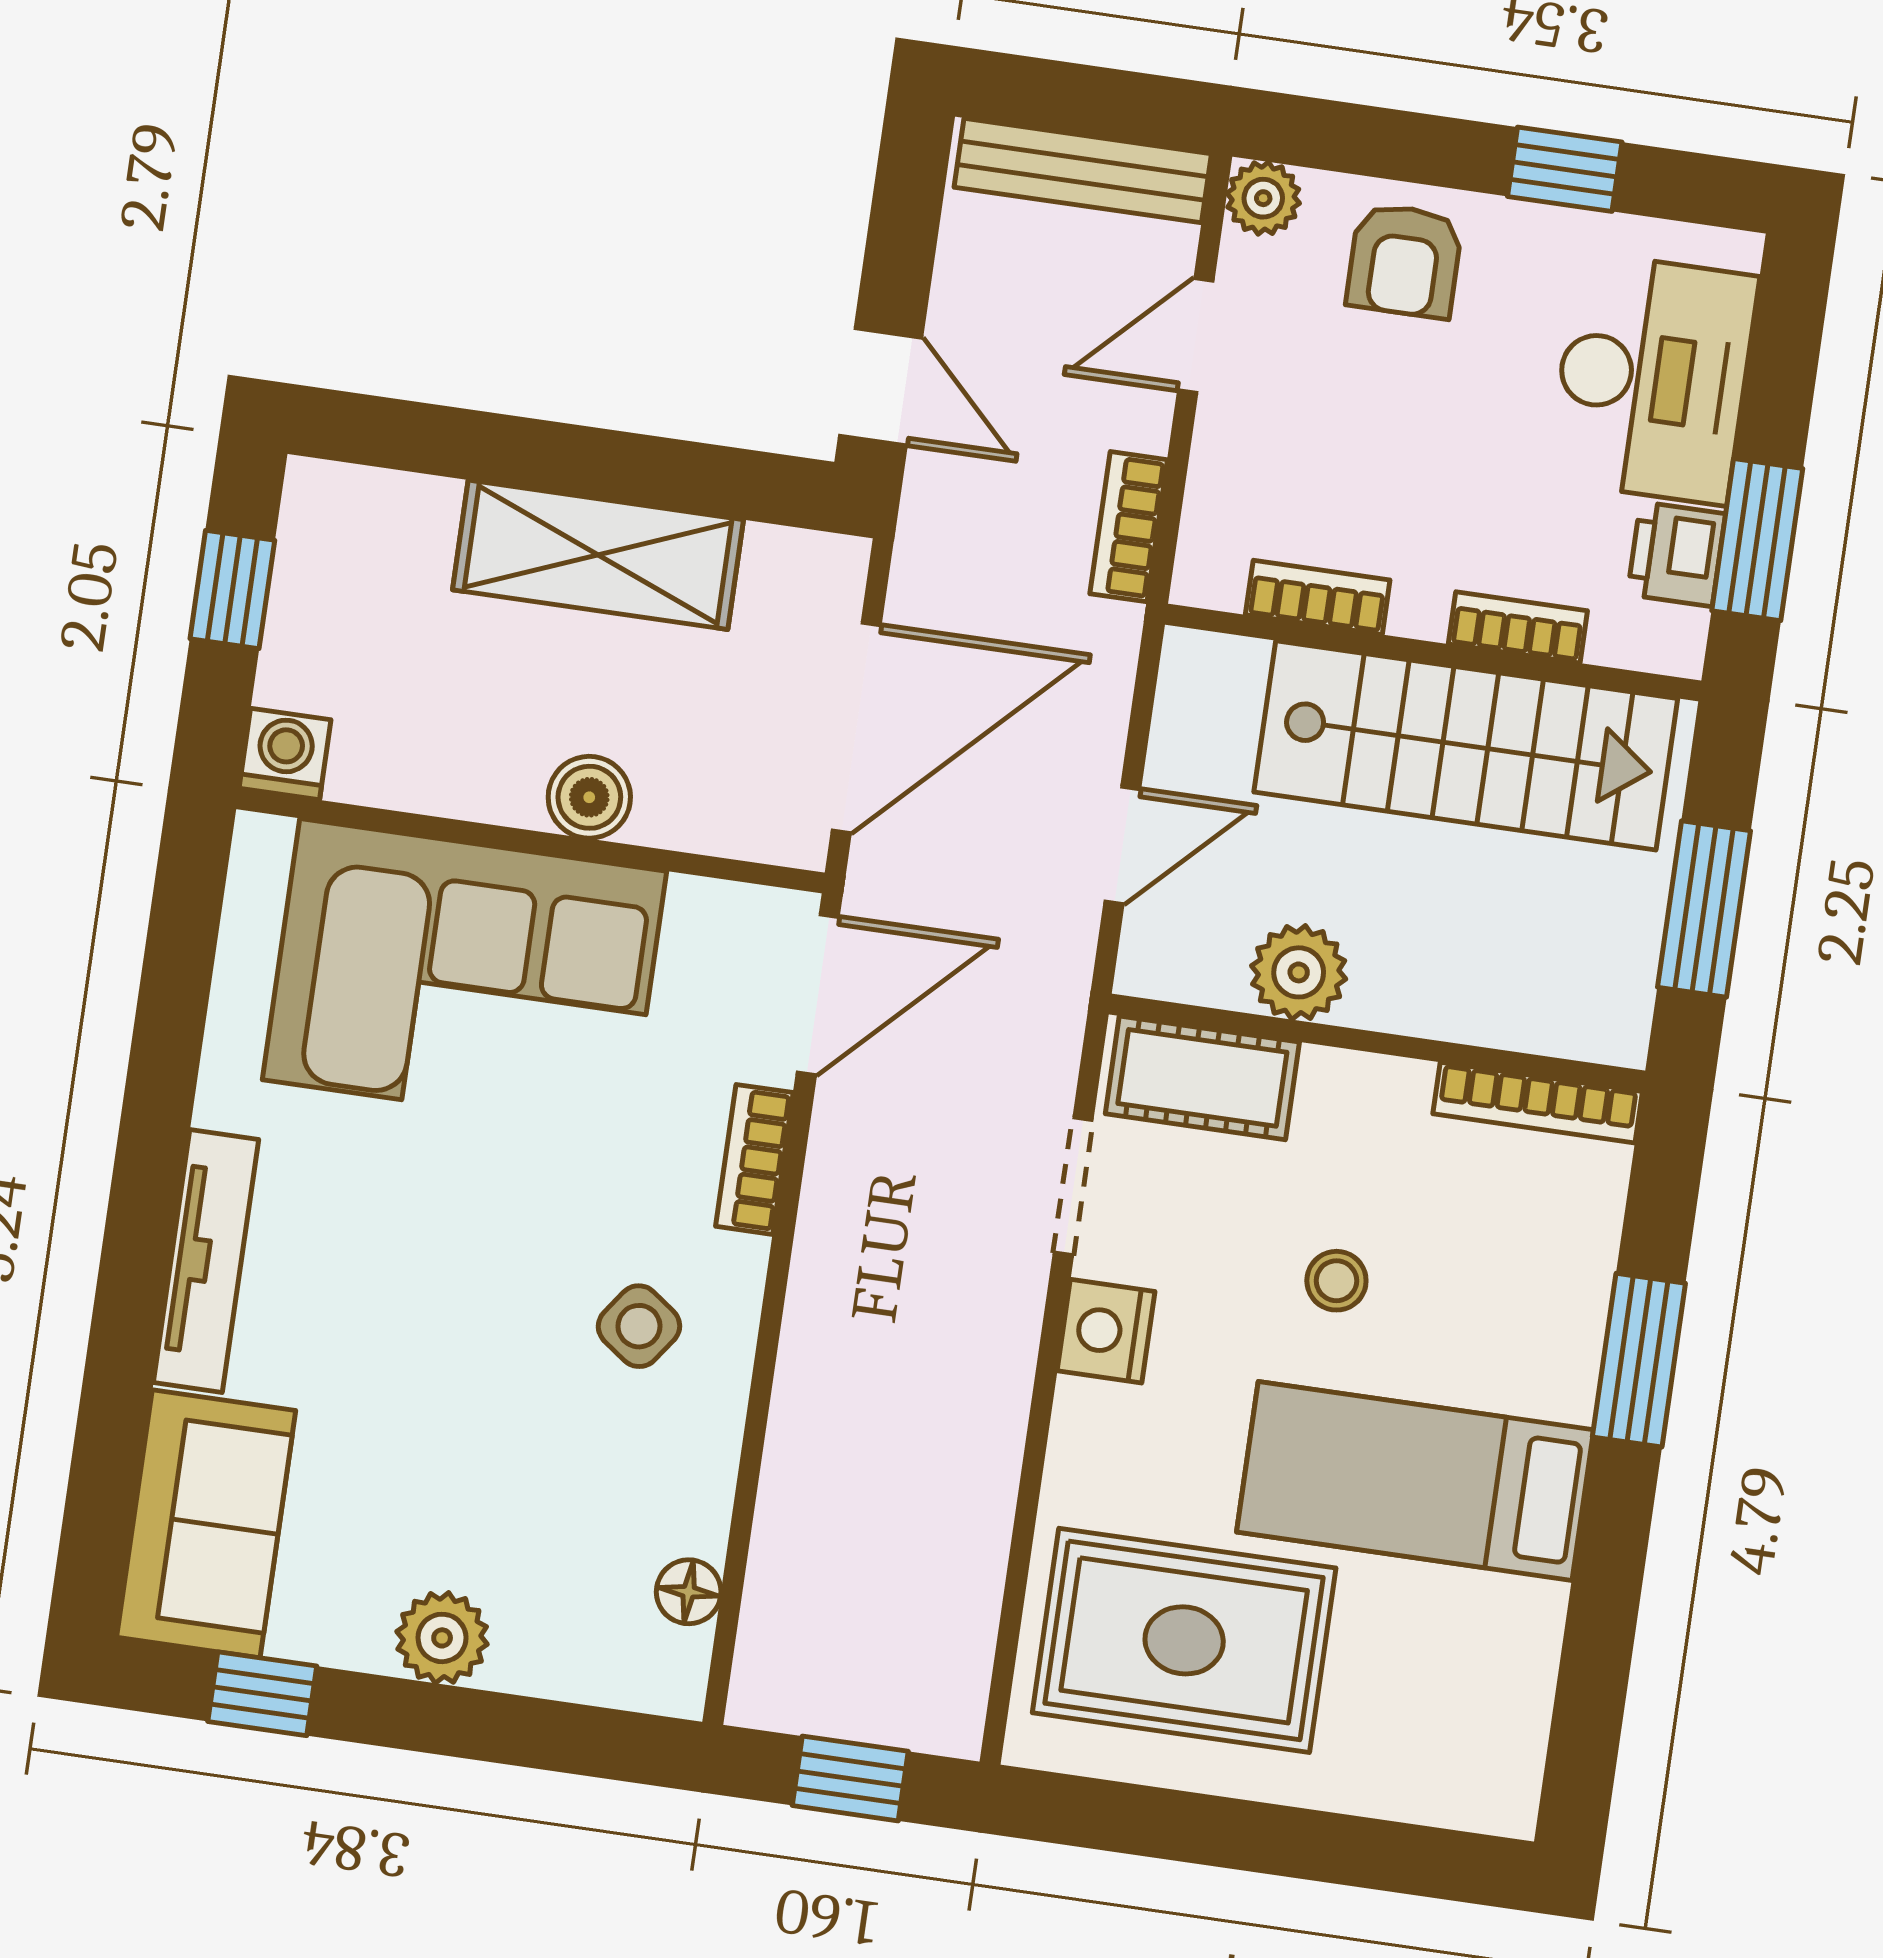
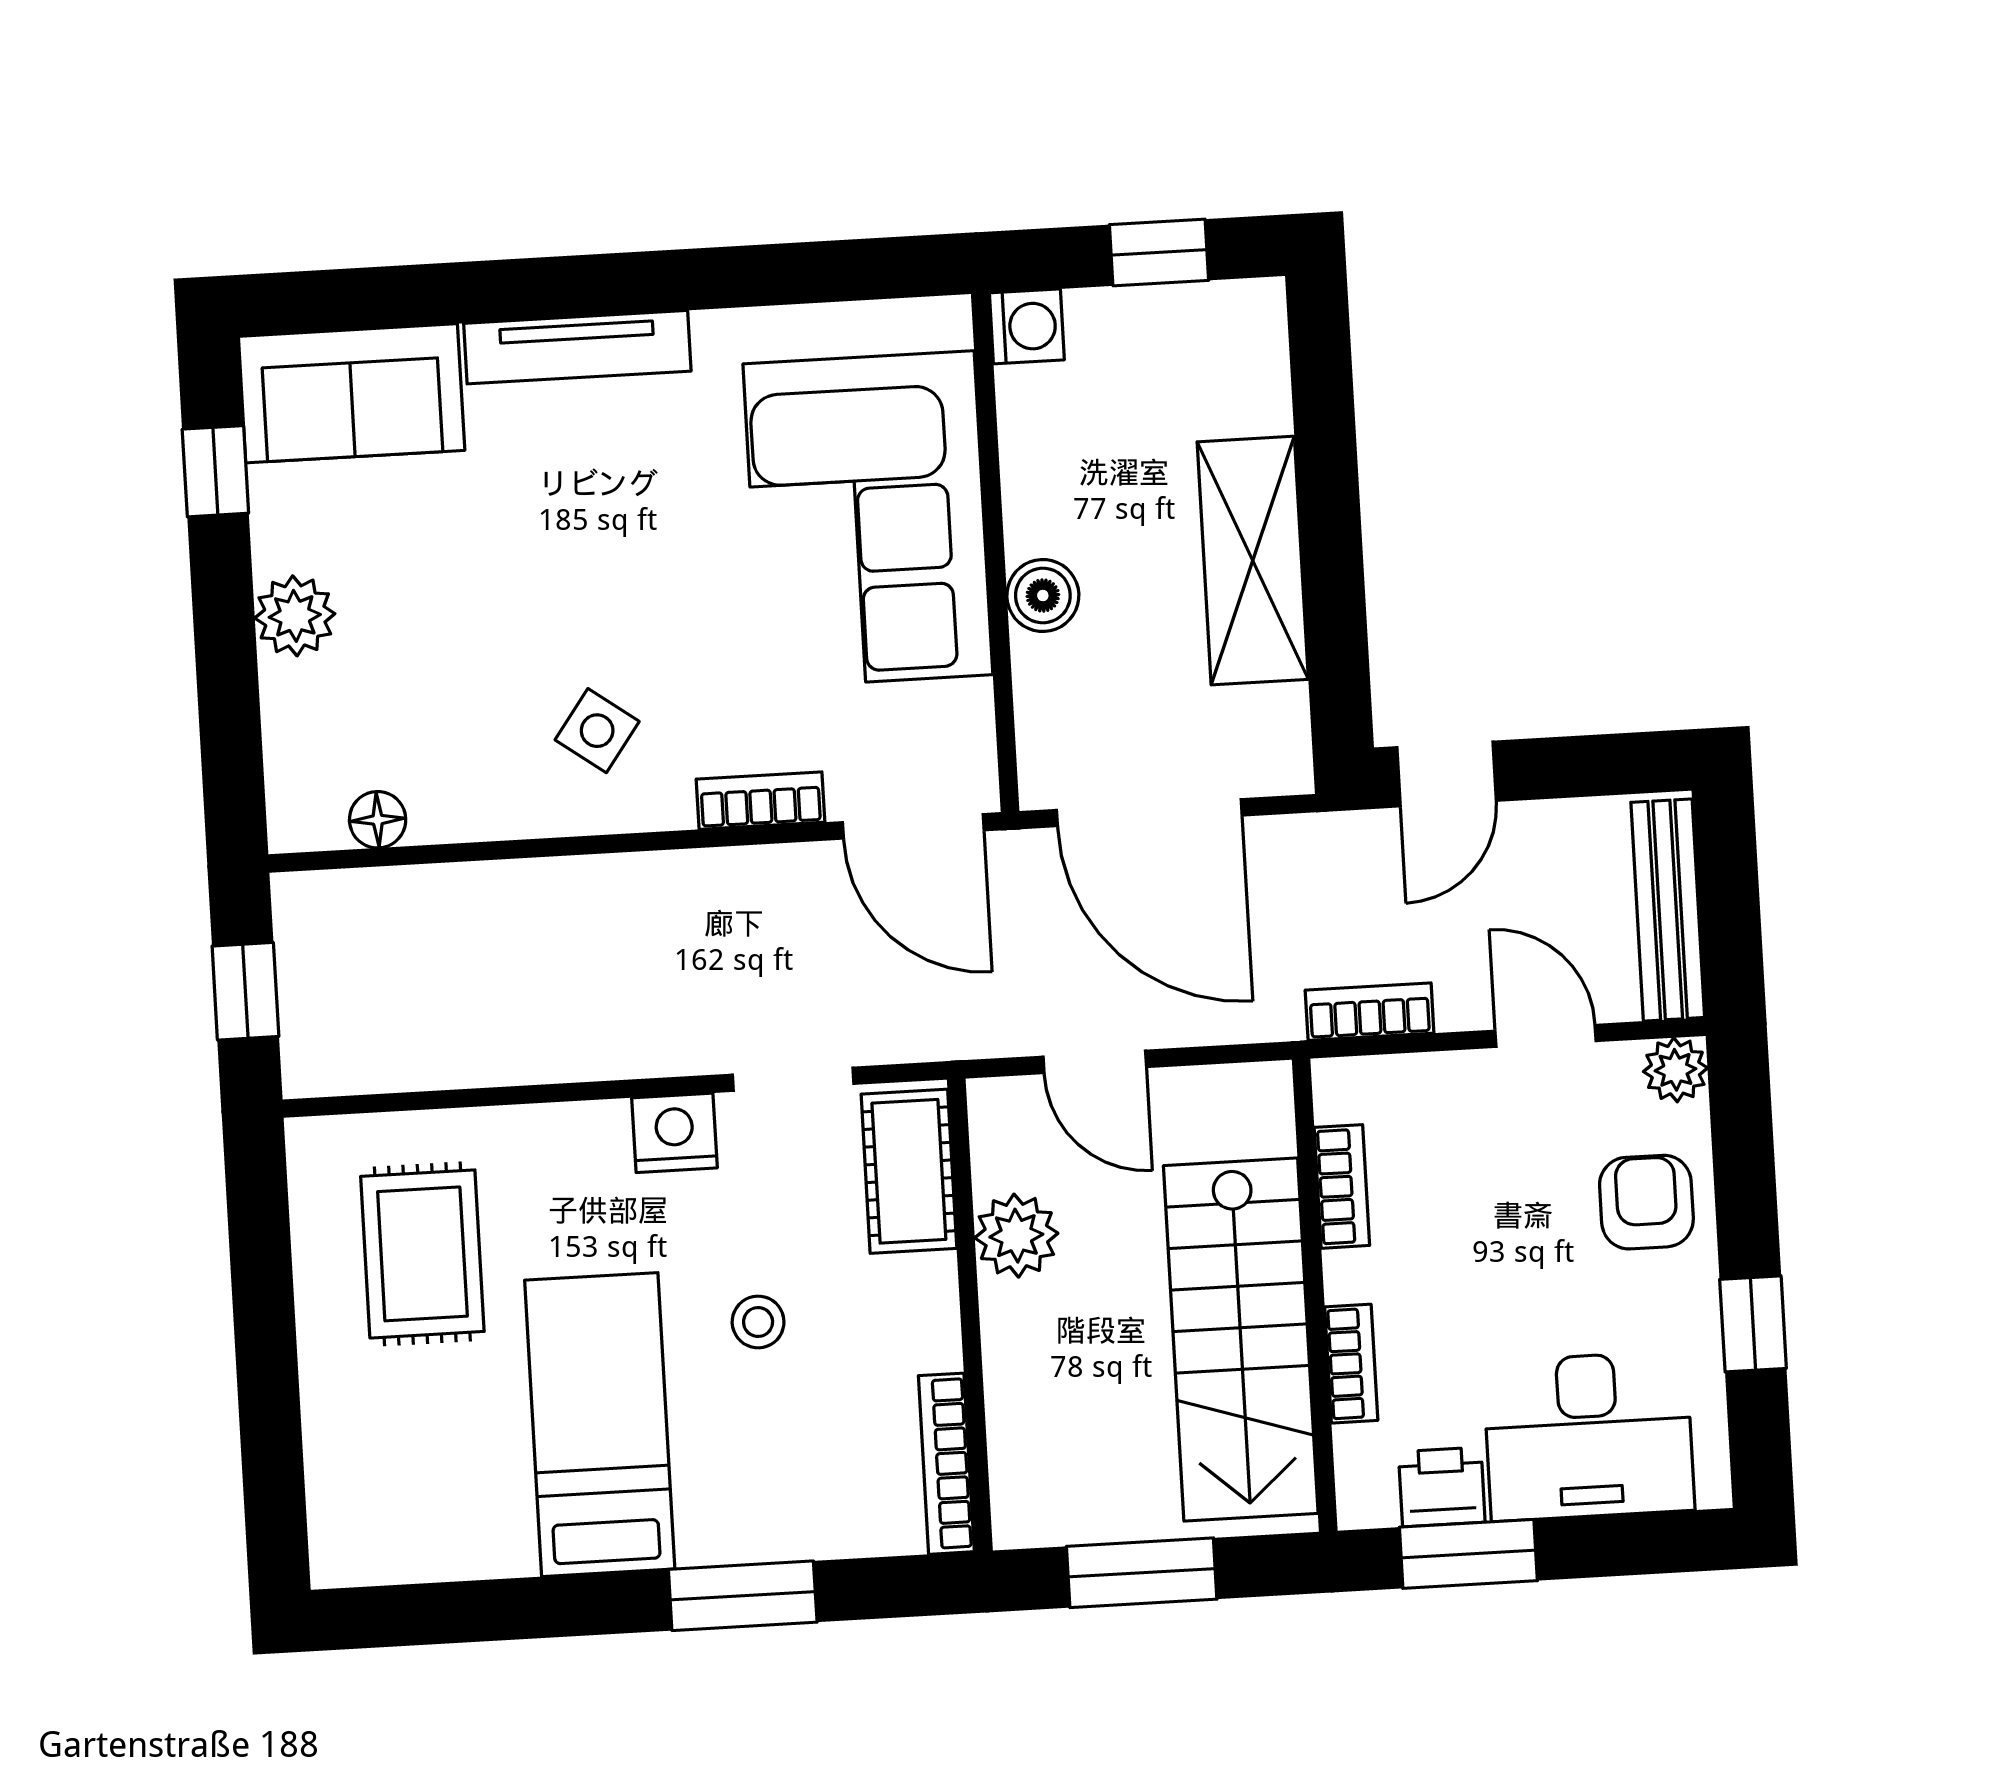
armchair: (1405, 261) -> (1646, 1202), turned 90
rug: (1184, 1640) -> (422, 1254), width x0.73, depth x0.70

